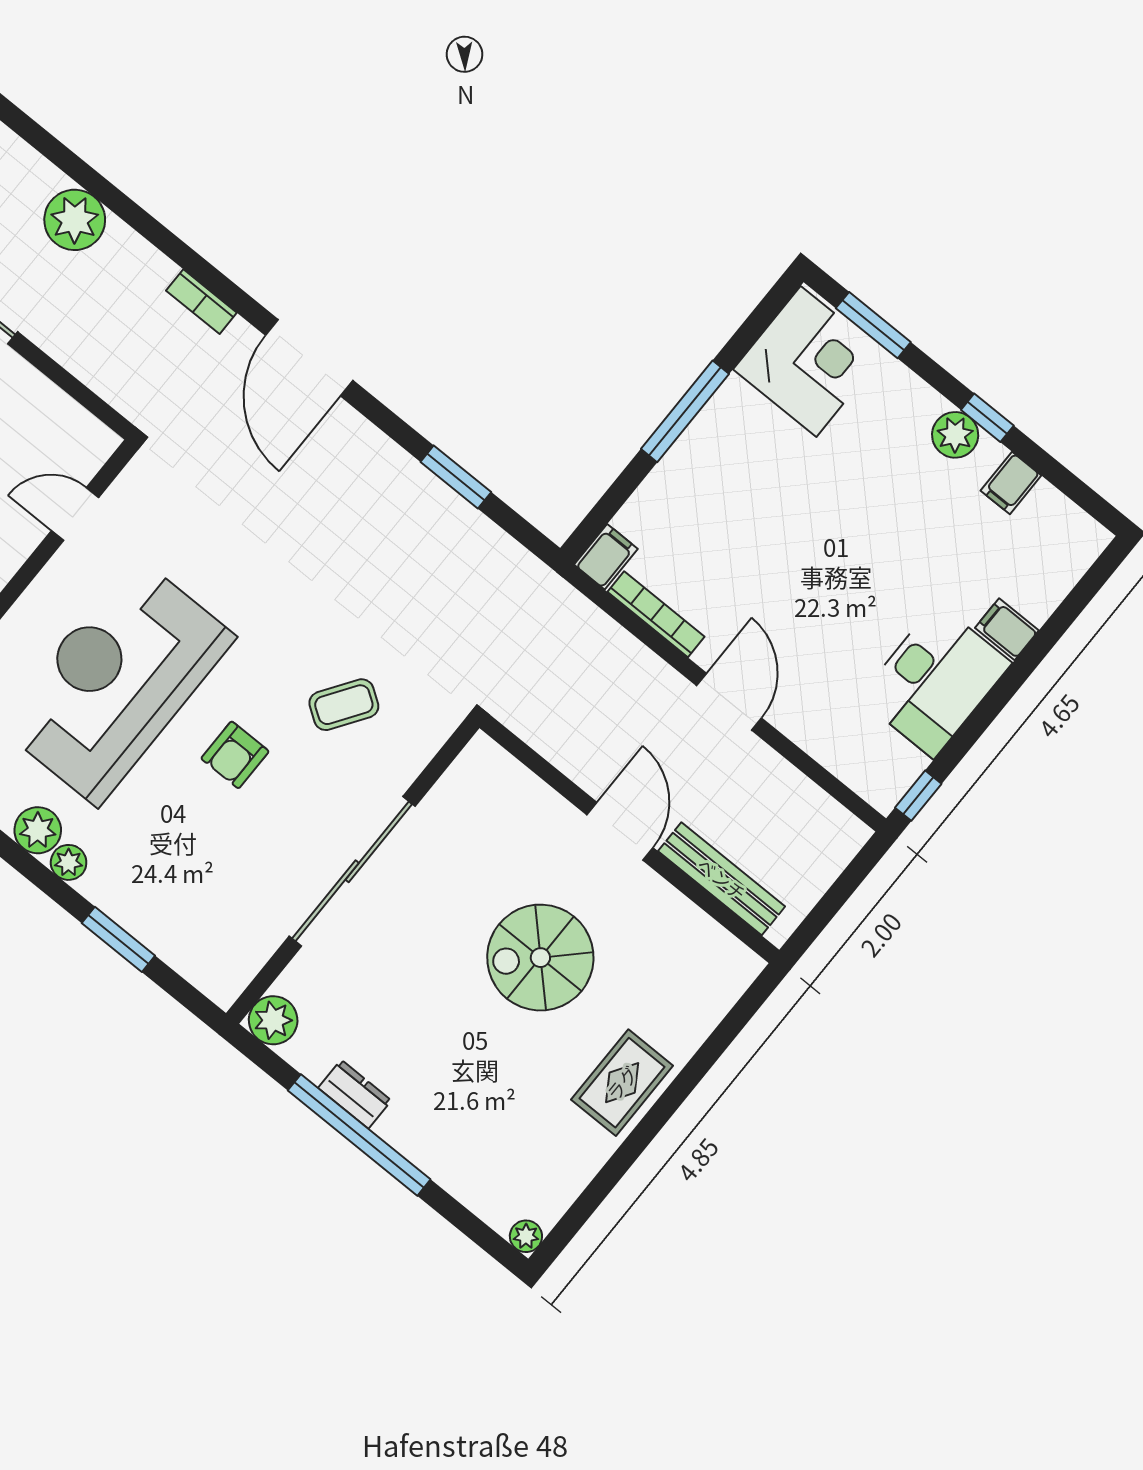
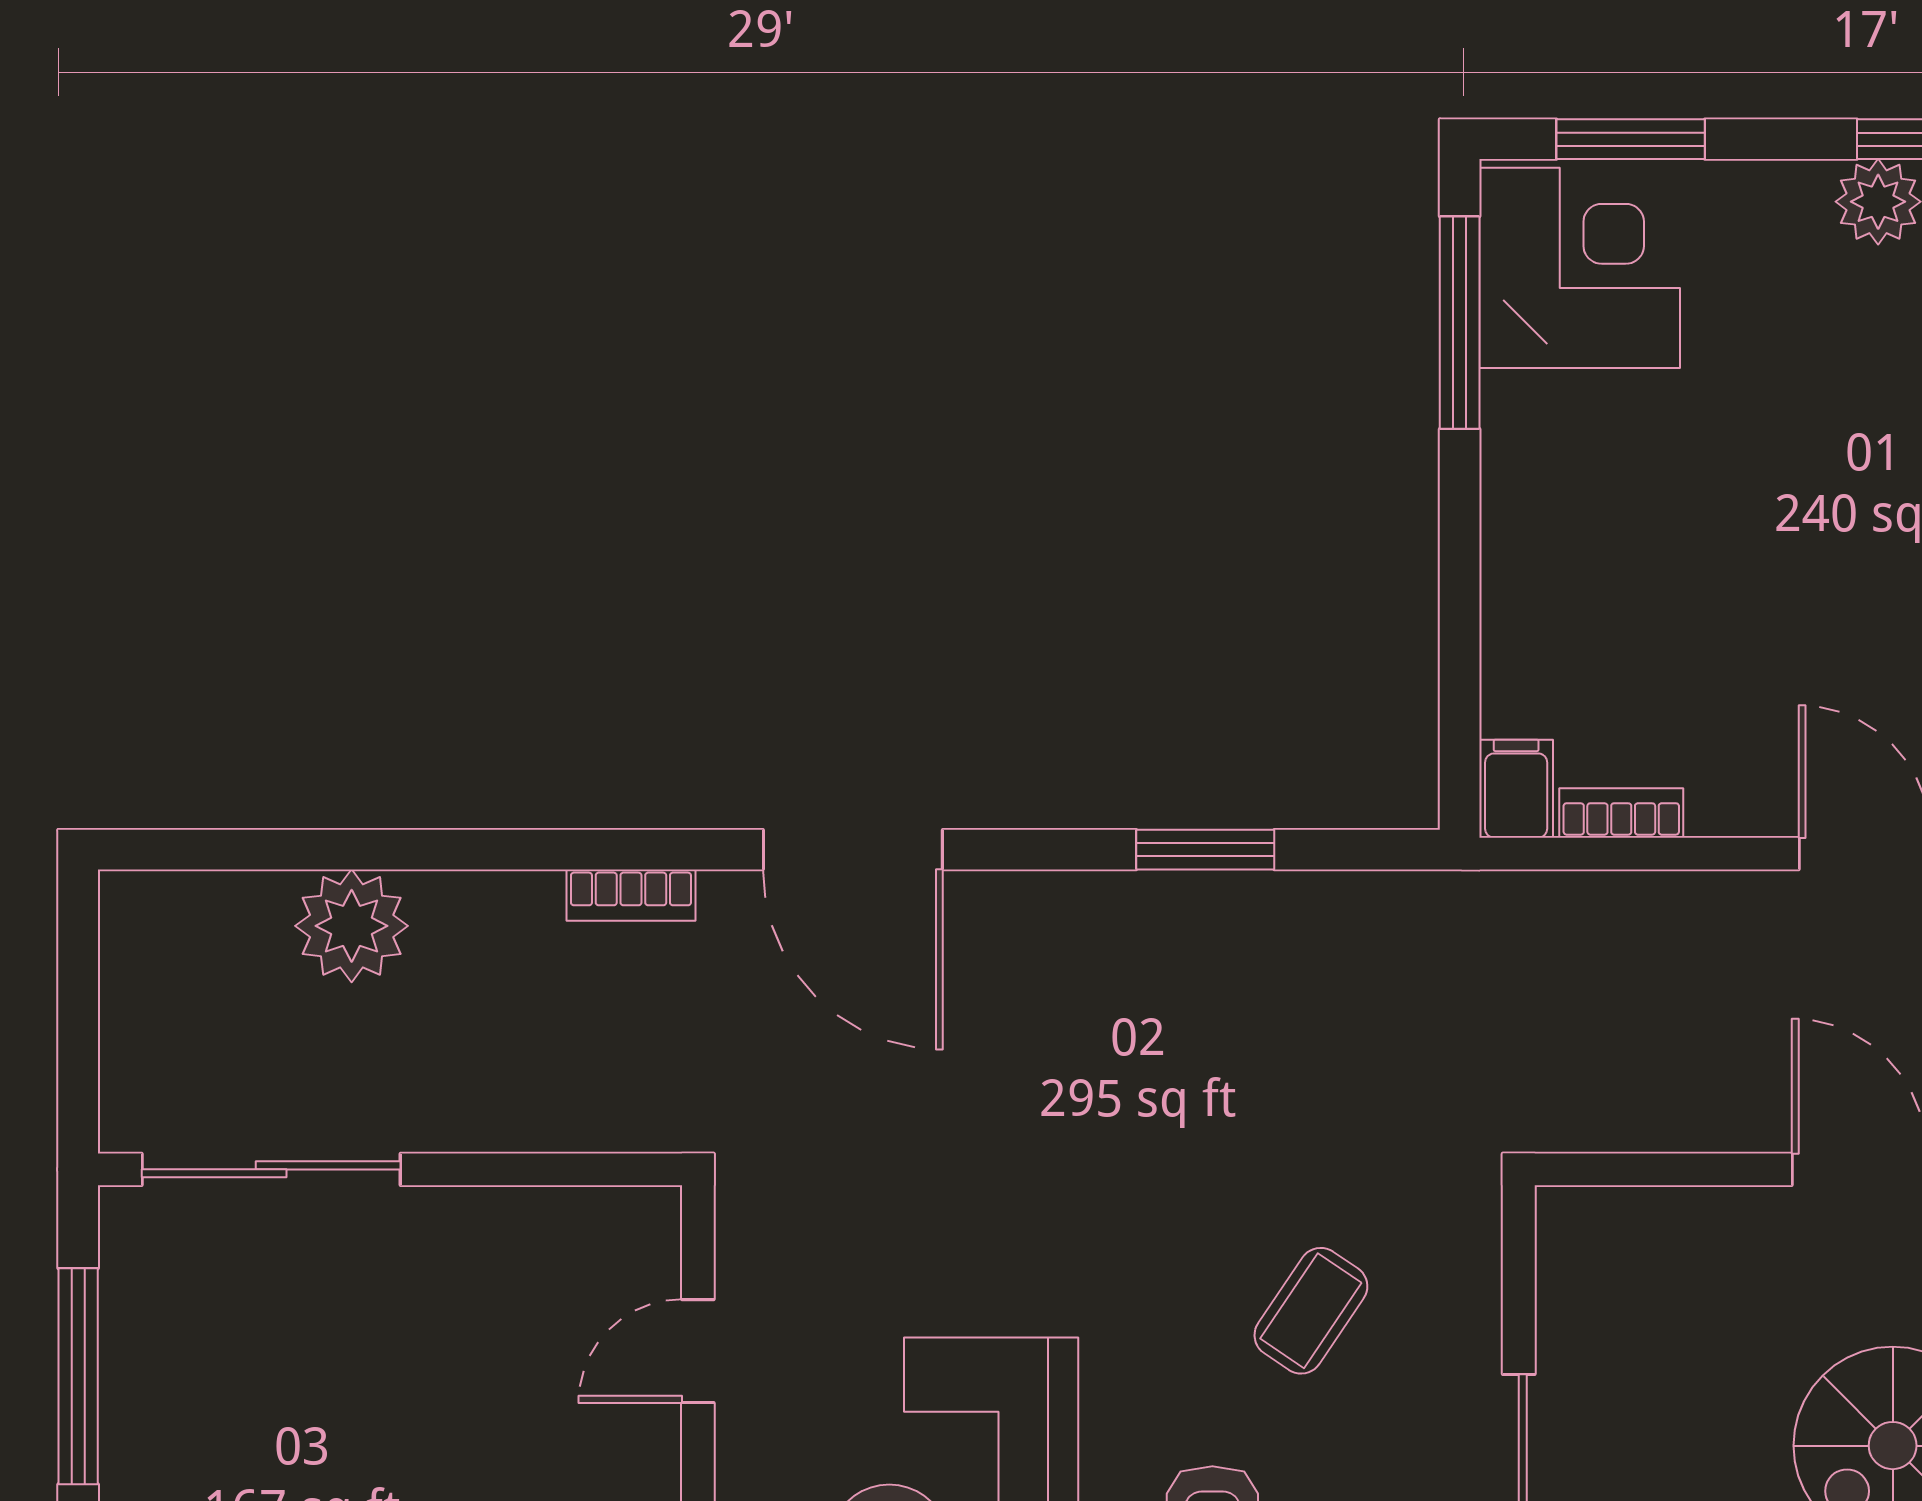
window: (685, 411) -> (1460, 323), moved
bookcase: (656, 614) -> (1621, 813), width x0.64

